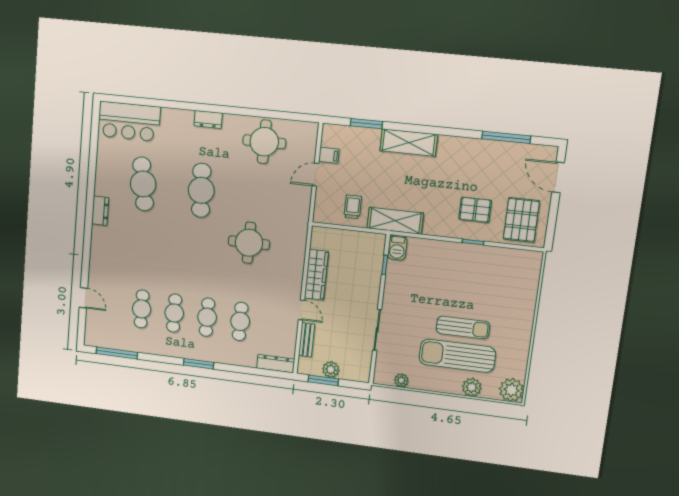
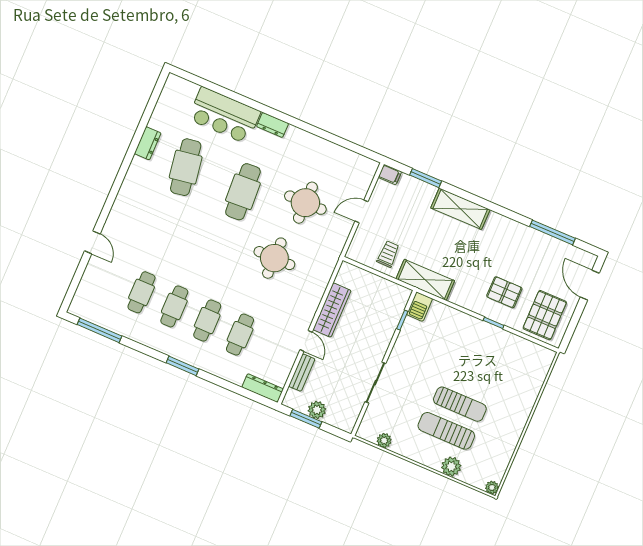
bar counter: (129, 121) -> (224, 115), moved
round table: (264, 142) -> (305, 203), moved
filing cabinet: (329, 155) -> (390, 175), moved
dresser: (100, 211) -> (148, 143), moved
door: (83, 298) -> (92, 242), moved
sun lounger: (457, 356) -> (446, 431), width x0.73, depth x0.75
plant: (511, 390) -> (492, 487), width x0.53, depth x0.53

